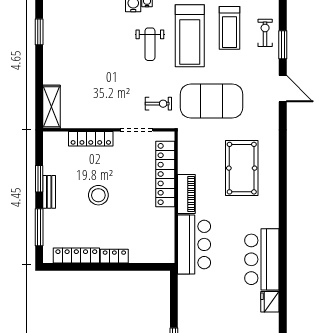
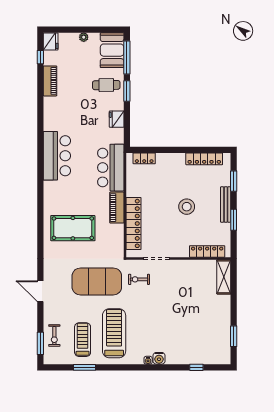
weight bench: (150, 44) -> (146, 327), removed
window: (283, 45) -> (40, 343), moved
locker: (91, 139) -> (207, 251), moved
pool table: (242, 168) -> (73, 228), turned 90
bench: (49, 192) -> (226, 204), width x1.36
window: (39, 227) -> (234, 181), width x0.69
locker: (114, 256) -> (144, 158), moved
fridge: (270, 302) -> (117, 119), moved, turned 180

